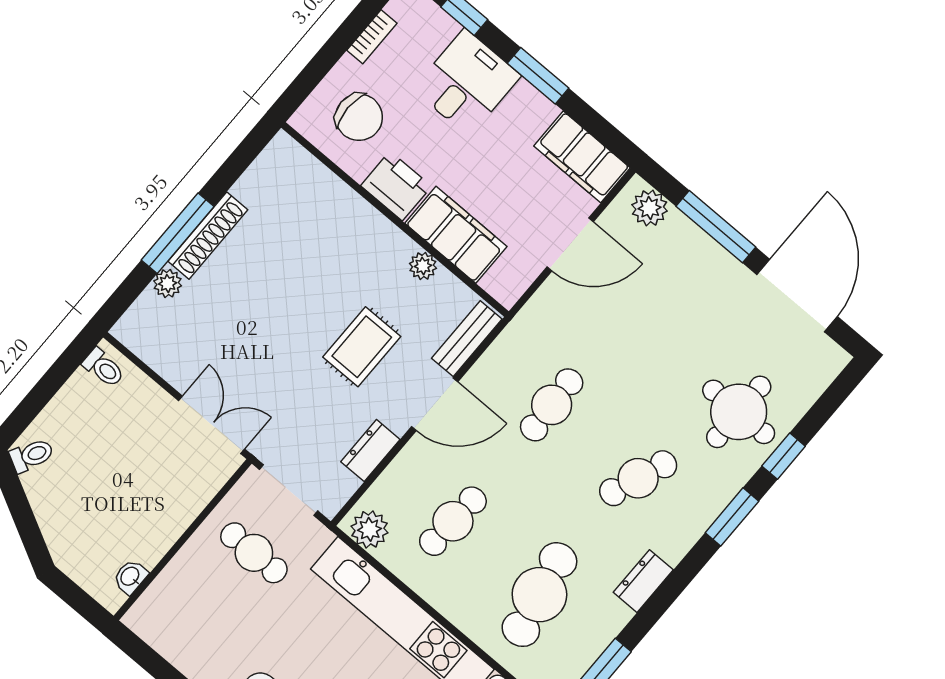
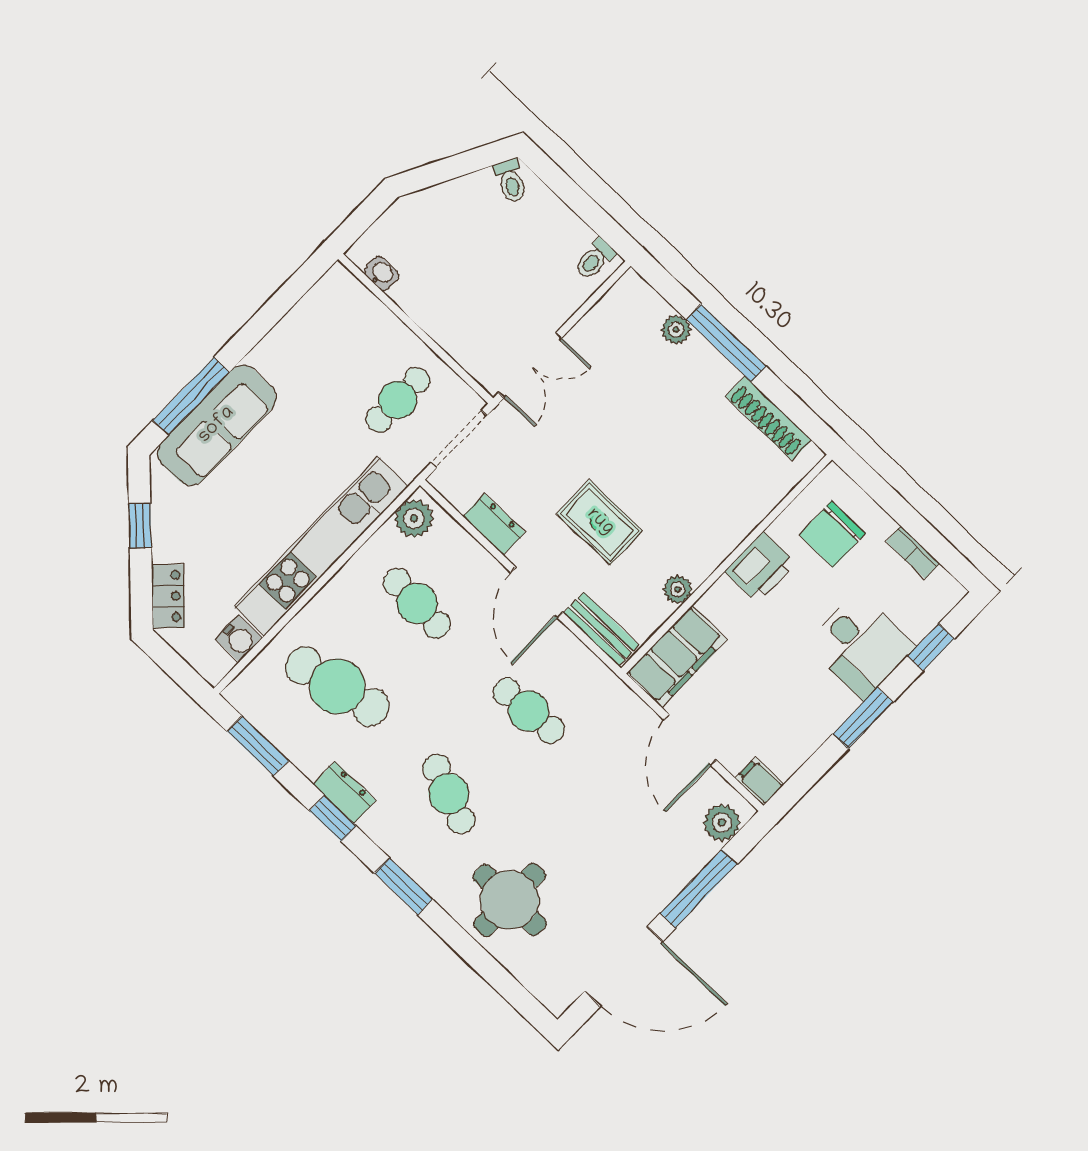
filing cabinet: (582, 157) -> (760, 781), width x0.33, depth x0.86
filing cabinet: (456, 235) -> (677, 656), moved
shoe rack: (208, 236) -> (768, 418), moved
window: (784, 456) -> (333, 818), moved

